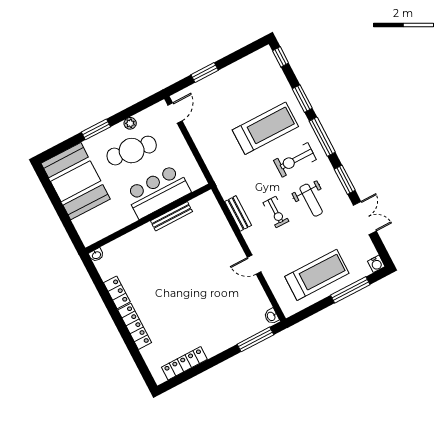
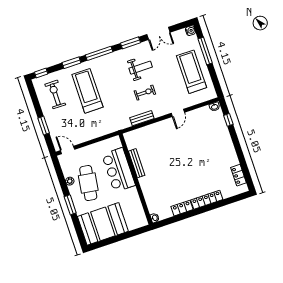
exercise bike: (295, 160) -> (55, 94), moved, turned 180
double door: (365, 218) -> (158, 33), swing flipped
window: (255, 339) -> (228, 120), width x0.46
locker: (184, 363) -> (238, 175), width x0.66

